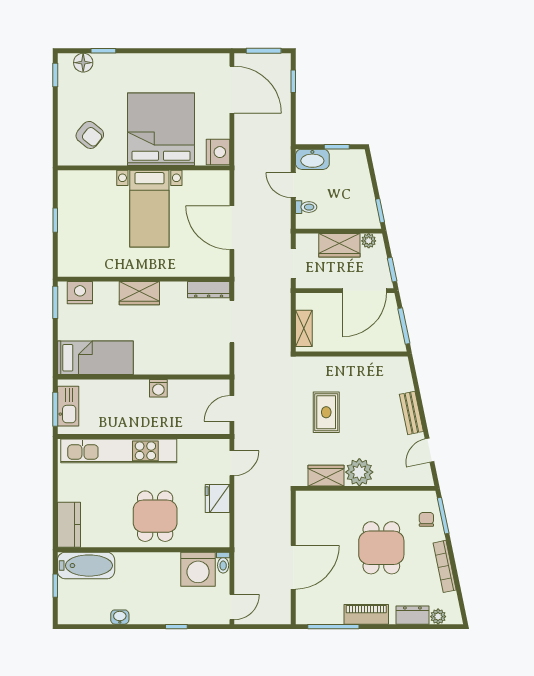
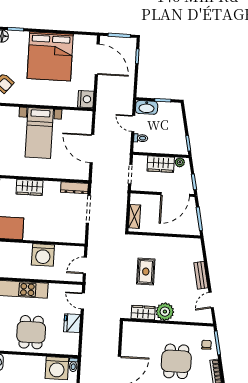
bed: (161, 129) -> (50, 56), moved, turned 180
washing machine: (158, 388) -> (43, 255), width x1.89, depth x1.89
door: (232, 463) -> (83, 301), swing flipped

